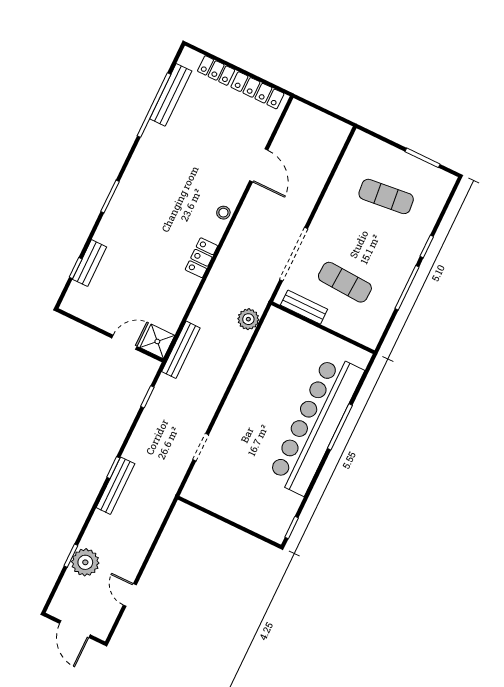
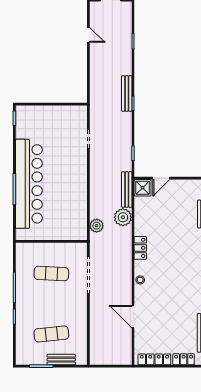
bench: (304, 307) -> (61, 360), moved
plant: (85, 562) -> (123, 217), moved

